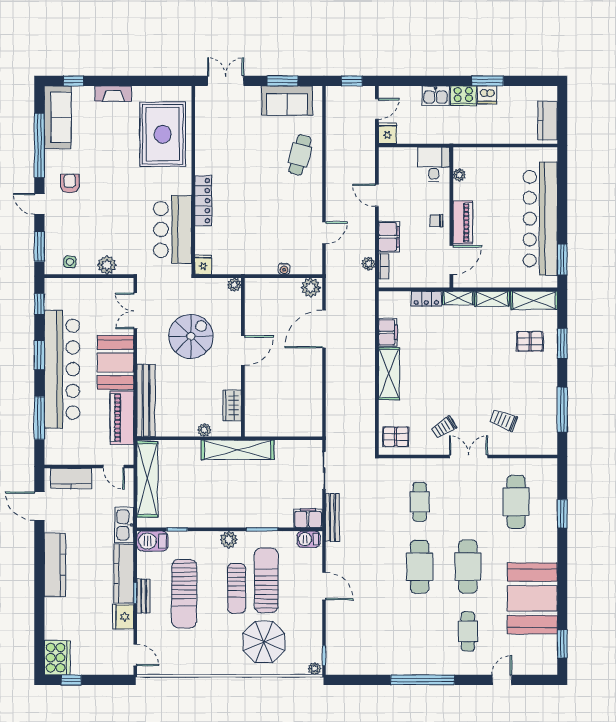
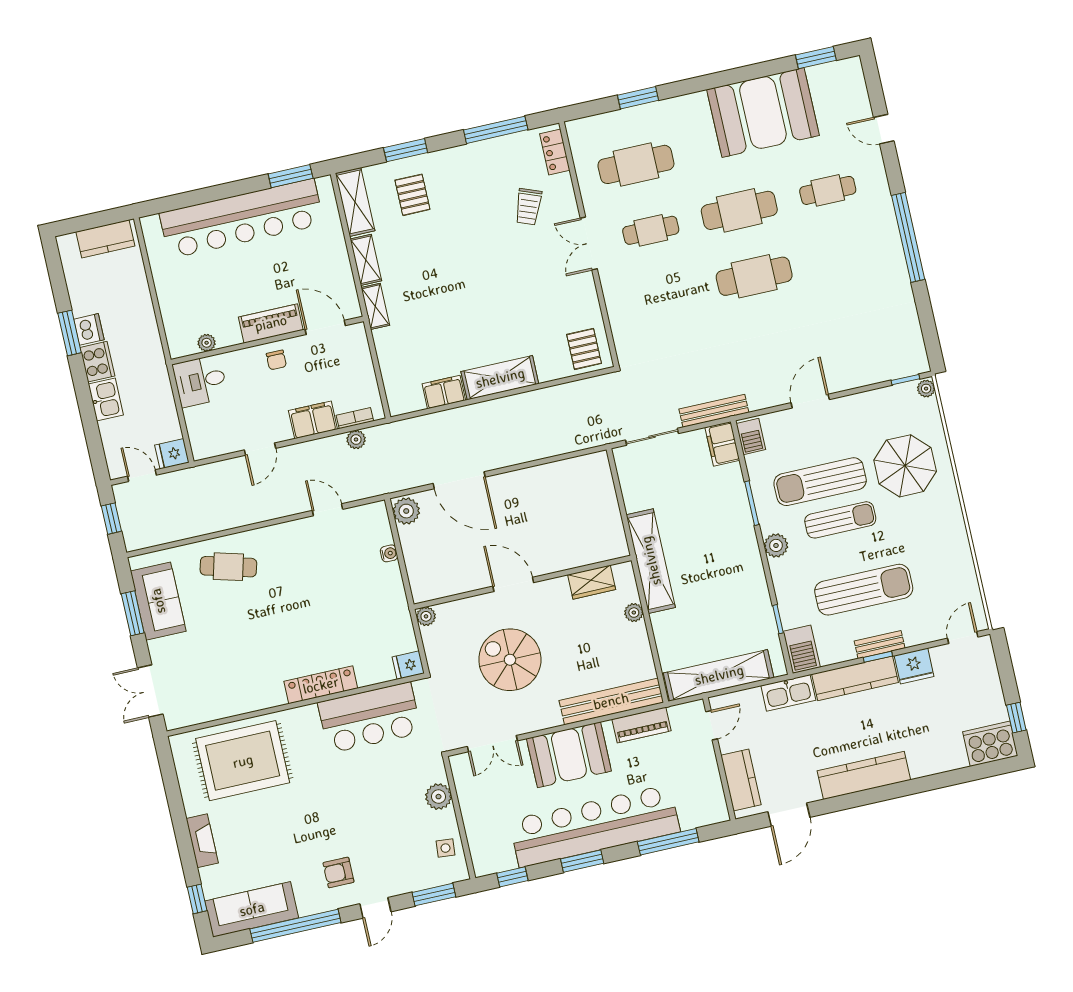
locker: (426, 299) -> (555, 152), moved, turned 180
piano: (122, 418) -> (642, 725), width x0.73, depth x0.75
trolley: (444, 427) -> (556, 286), removed
cafe table: (420, 502) -> (651, 230), moved

